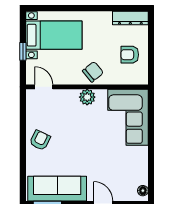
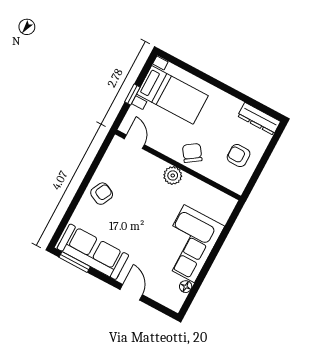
chair: (93, 72) -> (192, 153), turned -86
corner sofa: (128, 117) -> (189, 244), moved
floor lamp: (143, 191) -> (186, 287), moved

